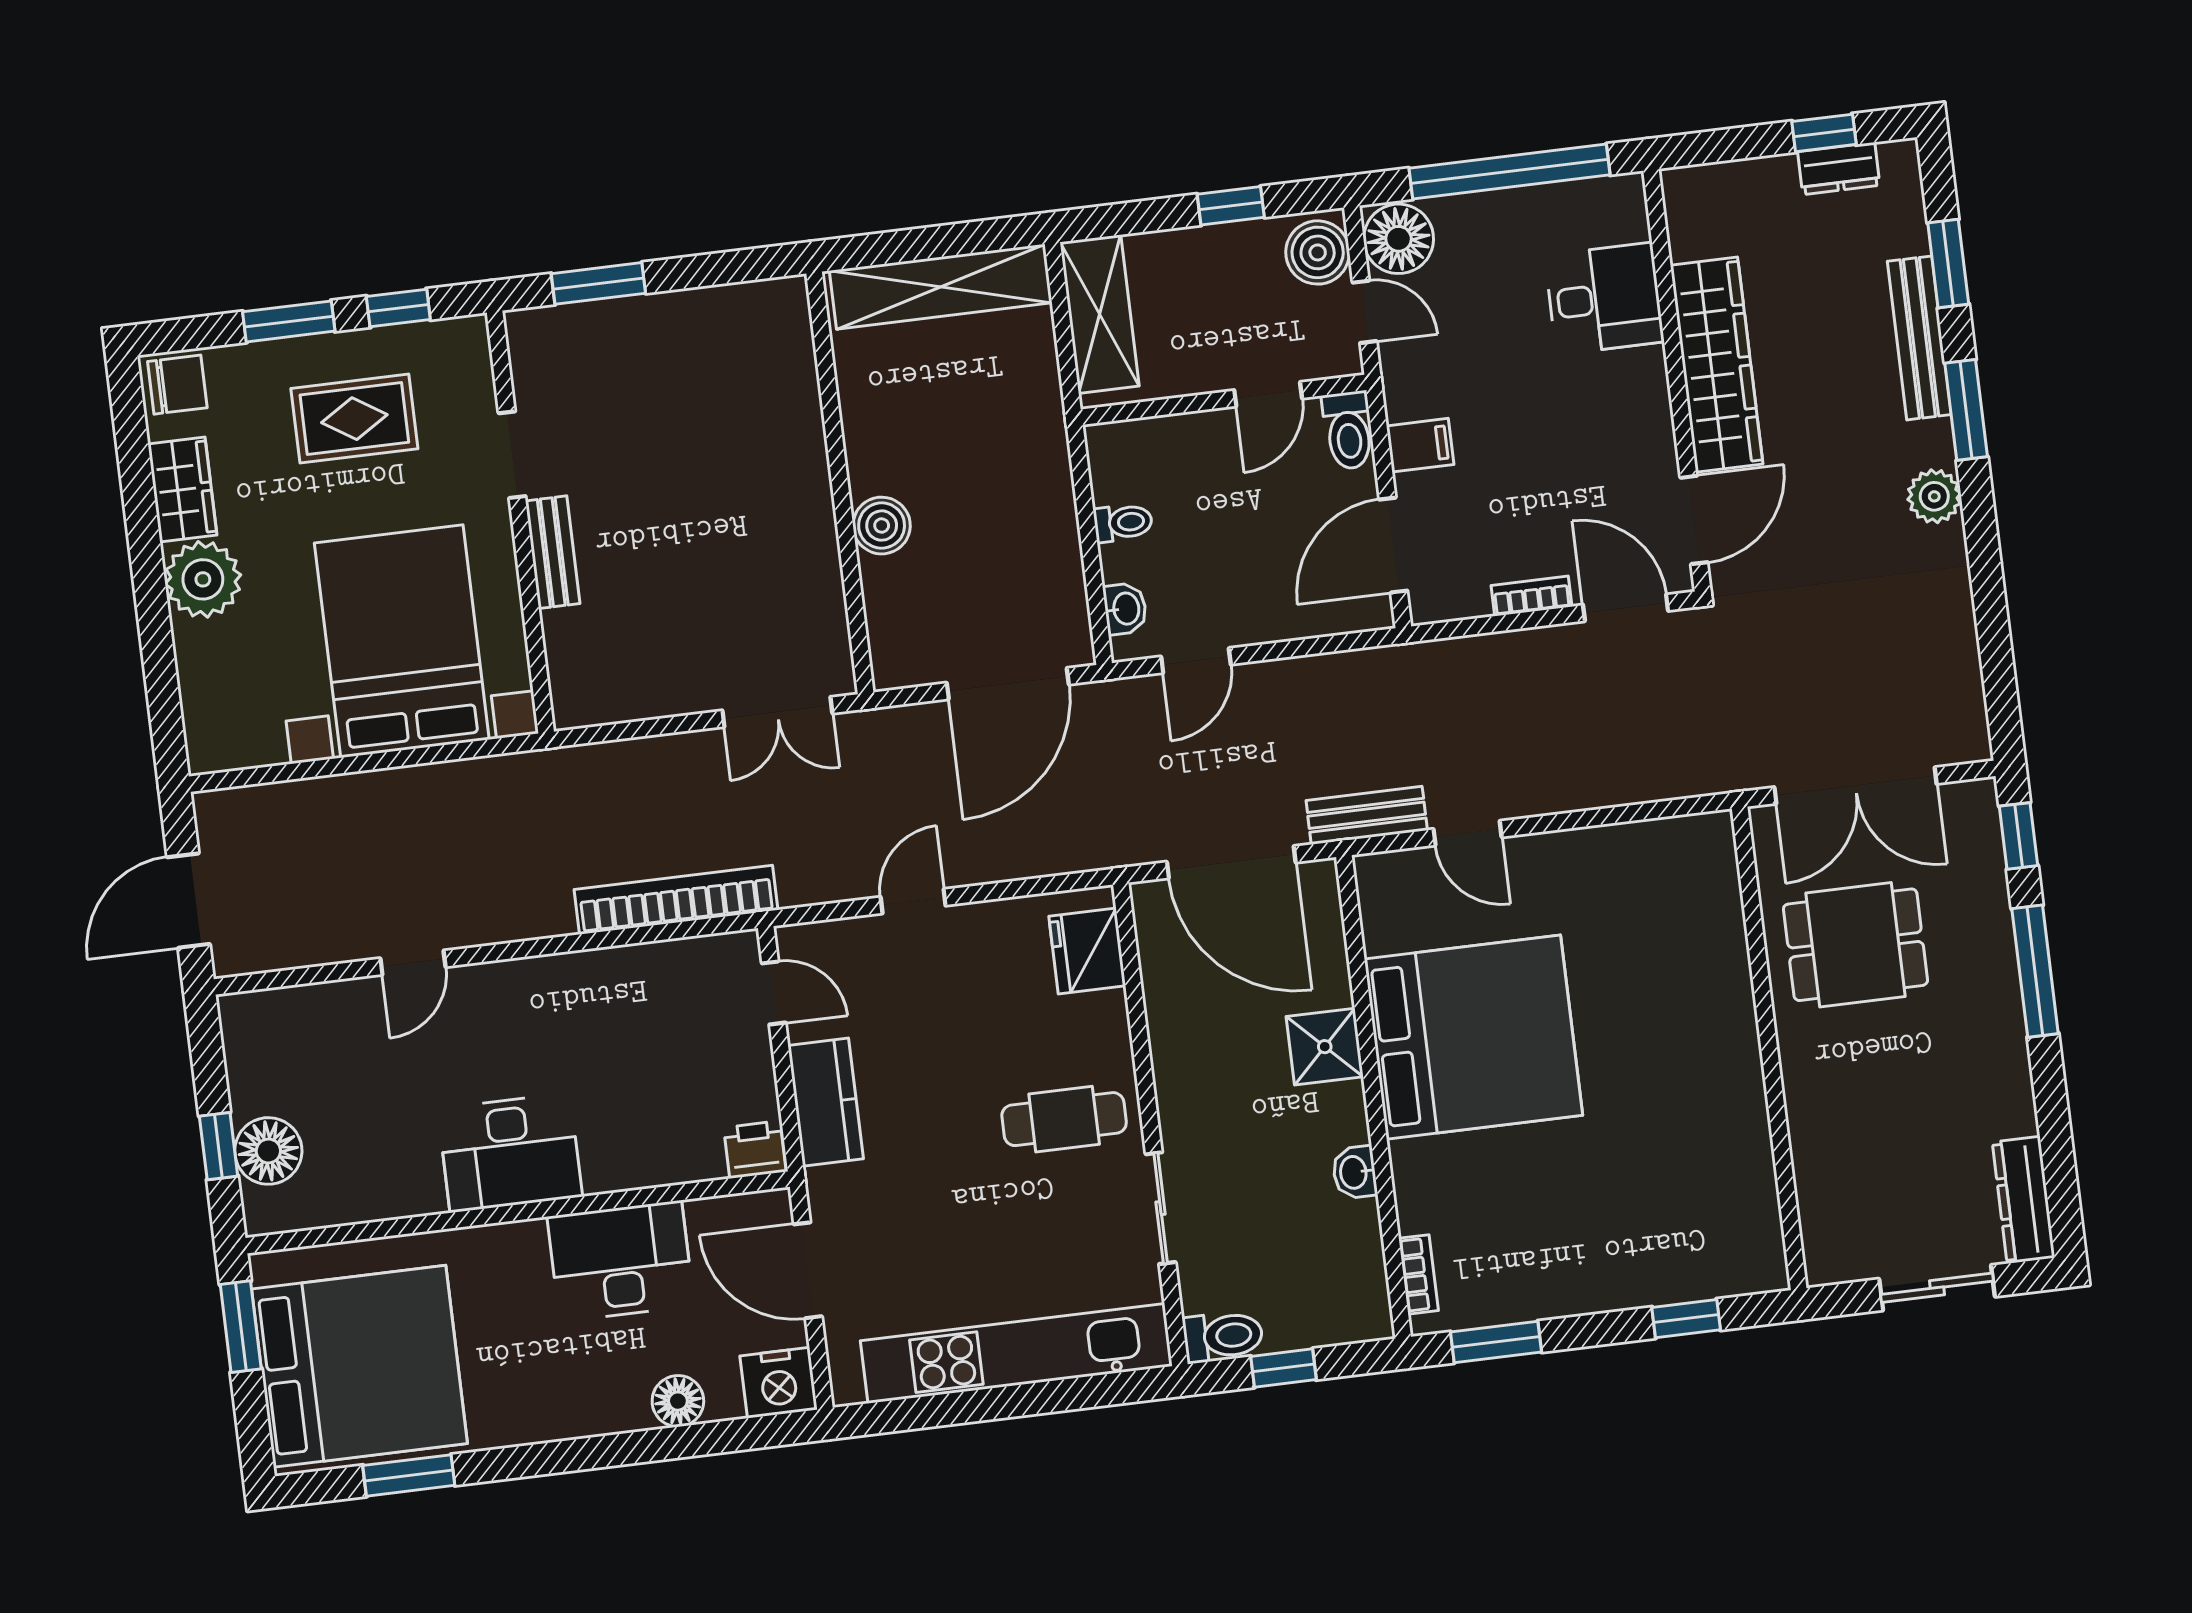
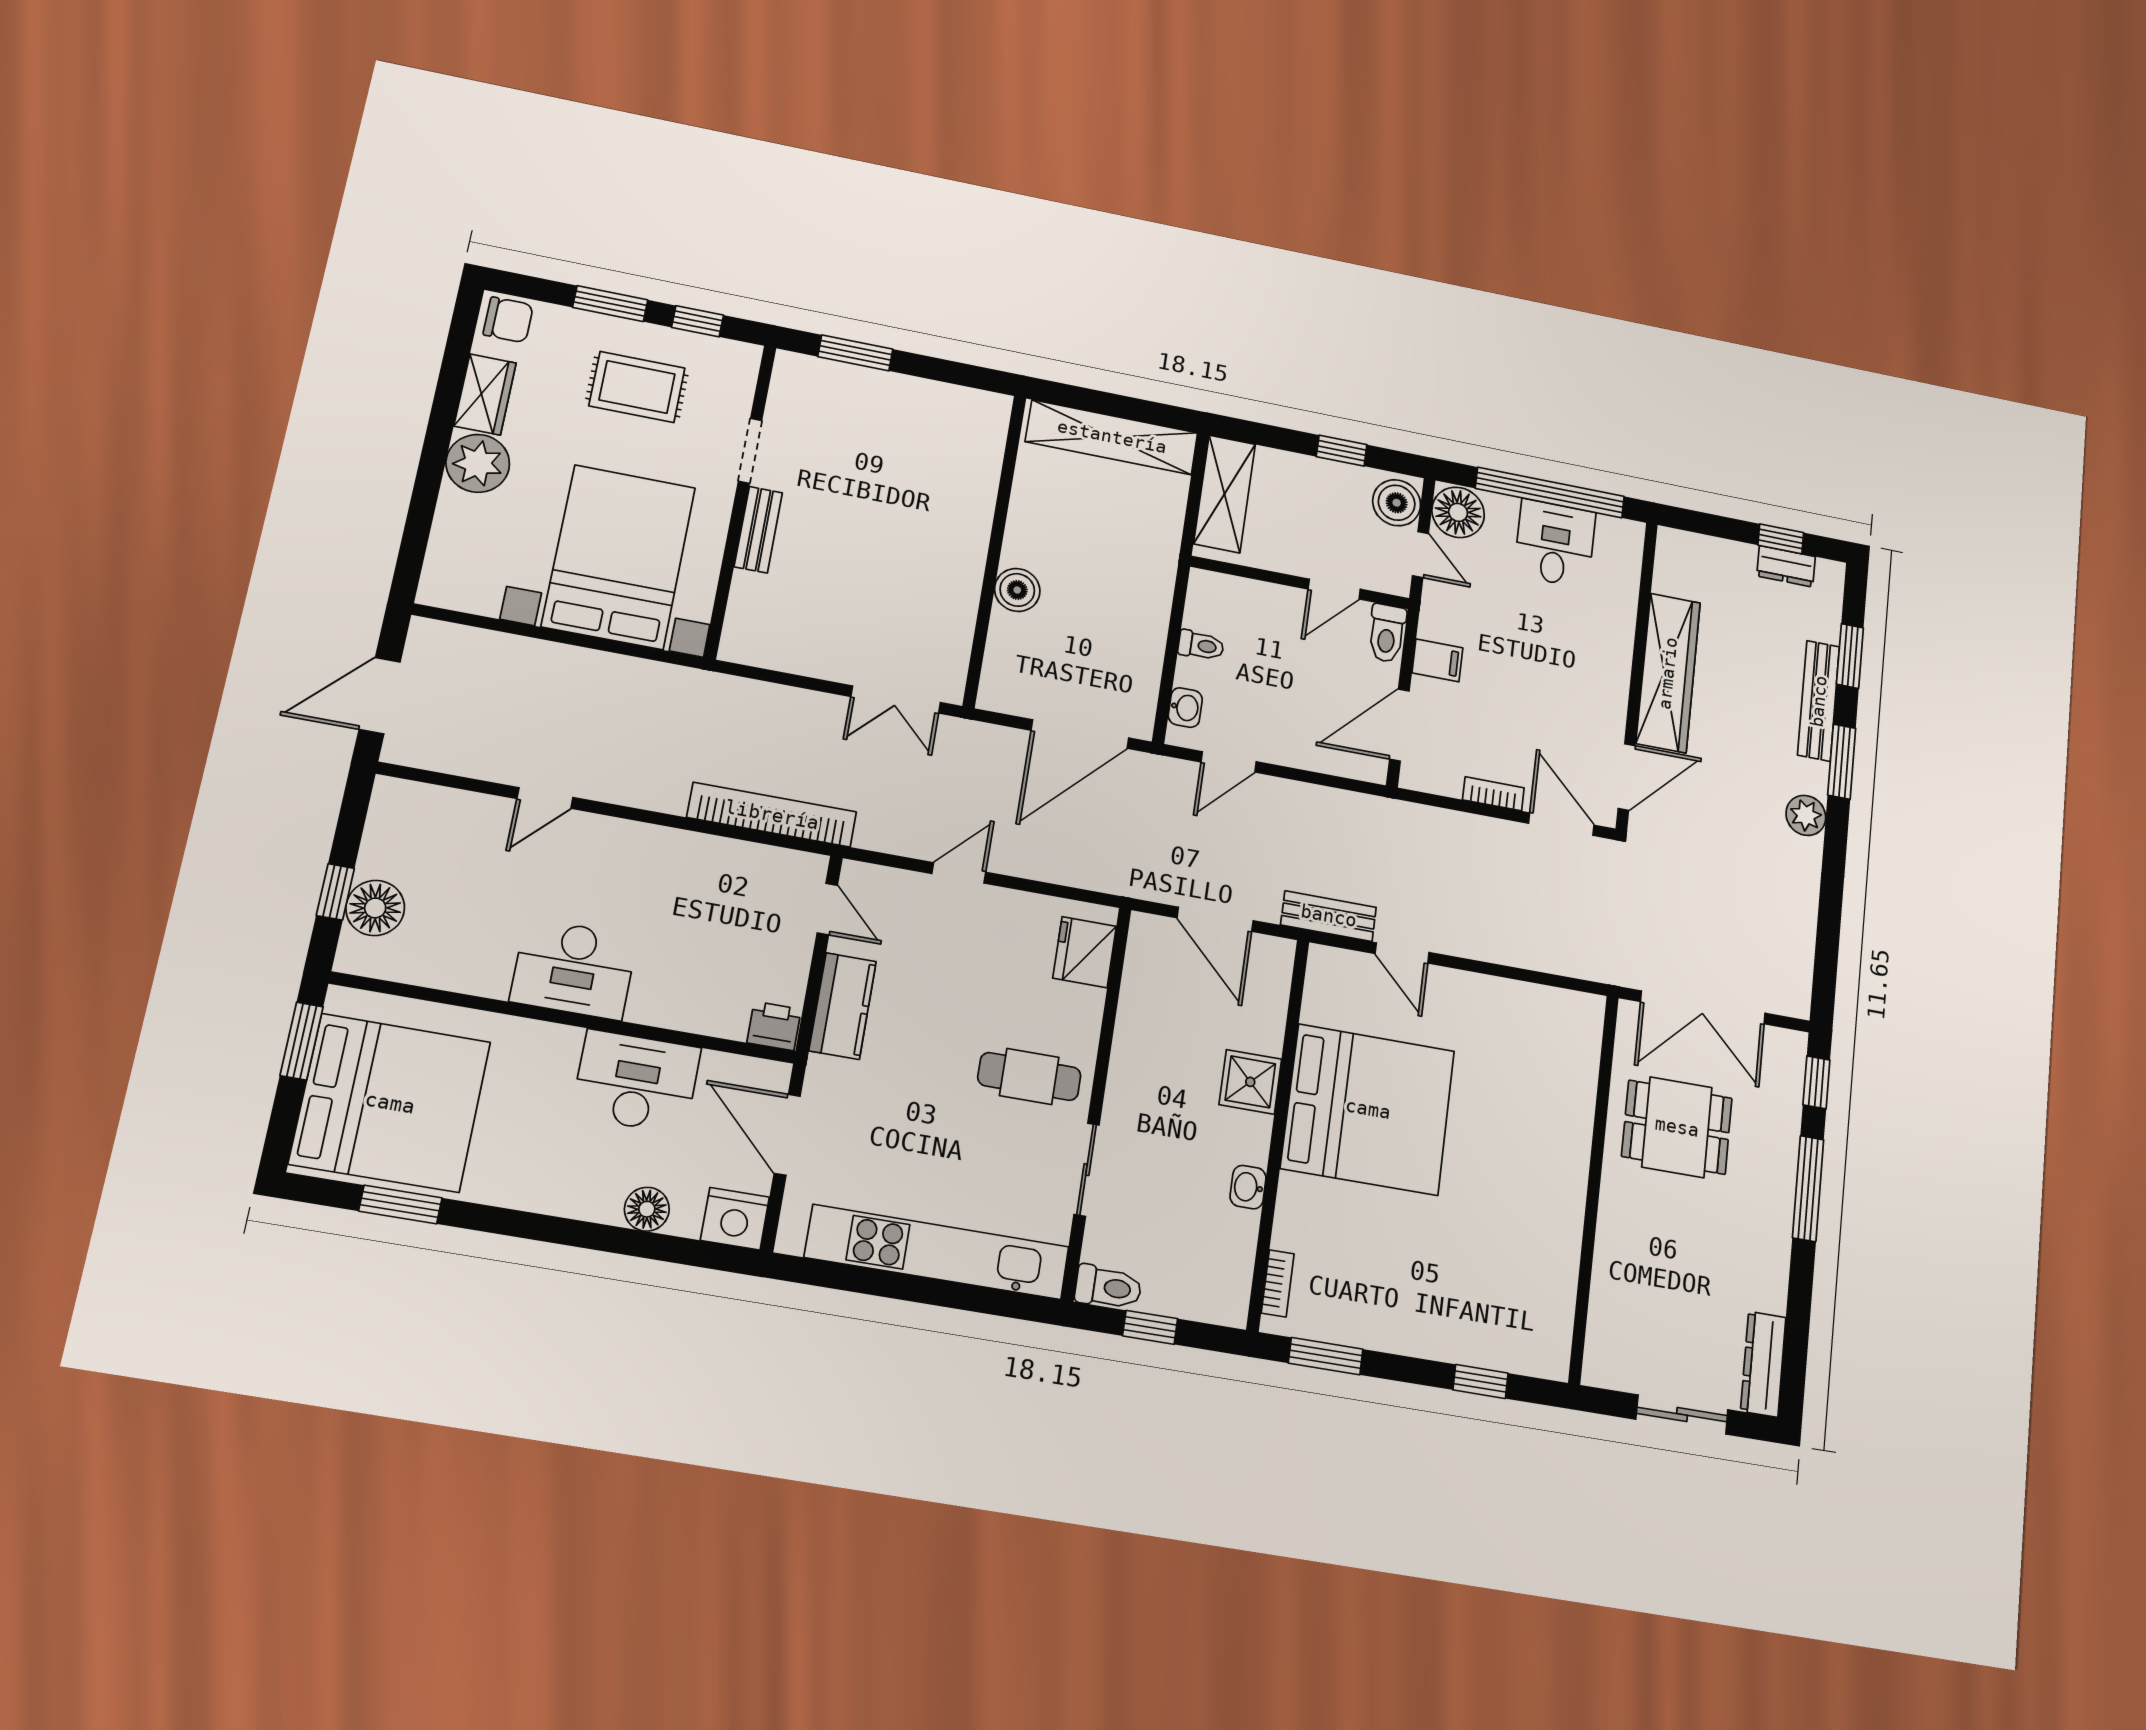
desk: (1604, 299) -> (1555, 544), moved, turned -90
door: (1231, 862) -> (1215, 919), width x0.73

